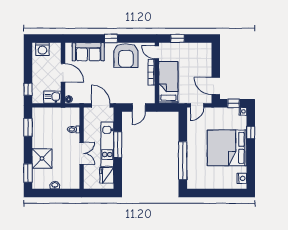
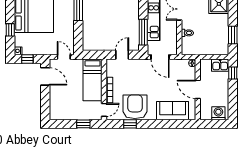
window: (111, 38) -> (130, 124), moved
door: (157, 52) -> (104, 110), hinge flipped
kitchen sink: (52, 97) -> (220, 65), moved
door: (197, 105) -> (64, 57), hinge flipped
window: (118, 145) -> (143, 32), moved

